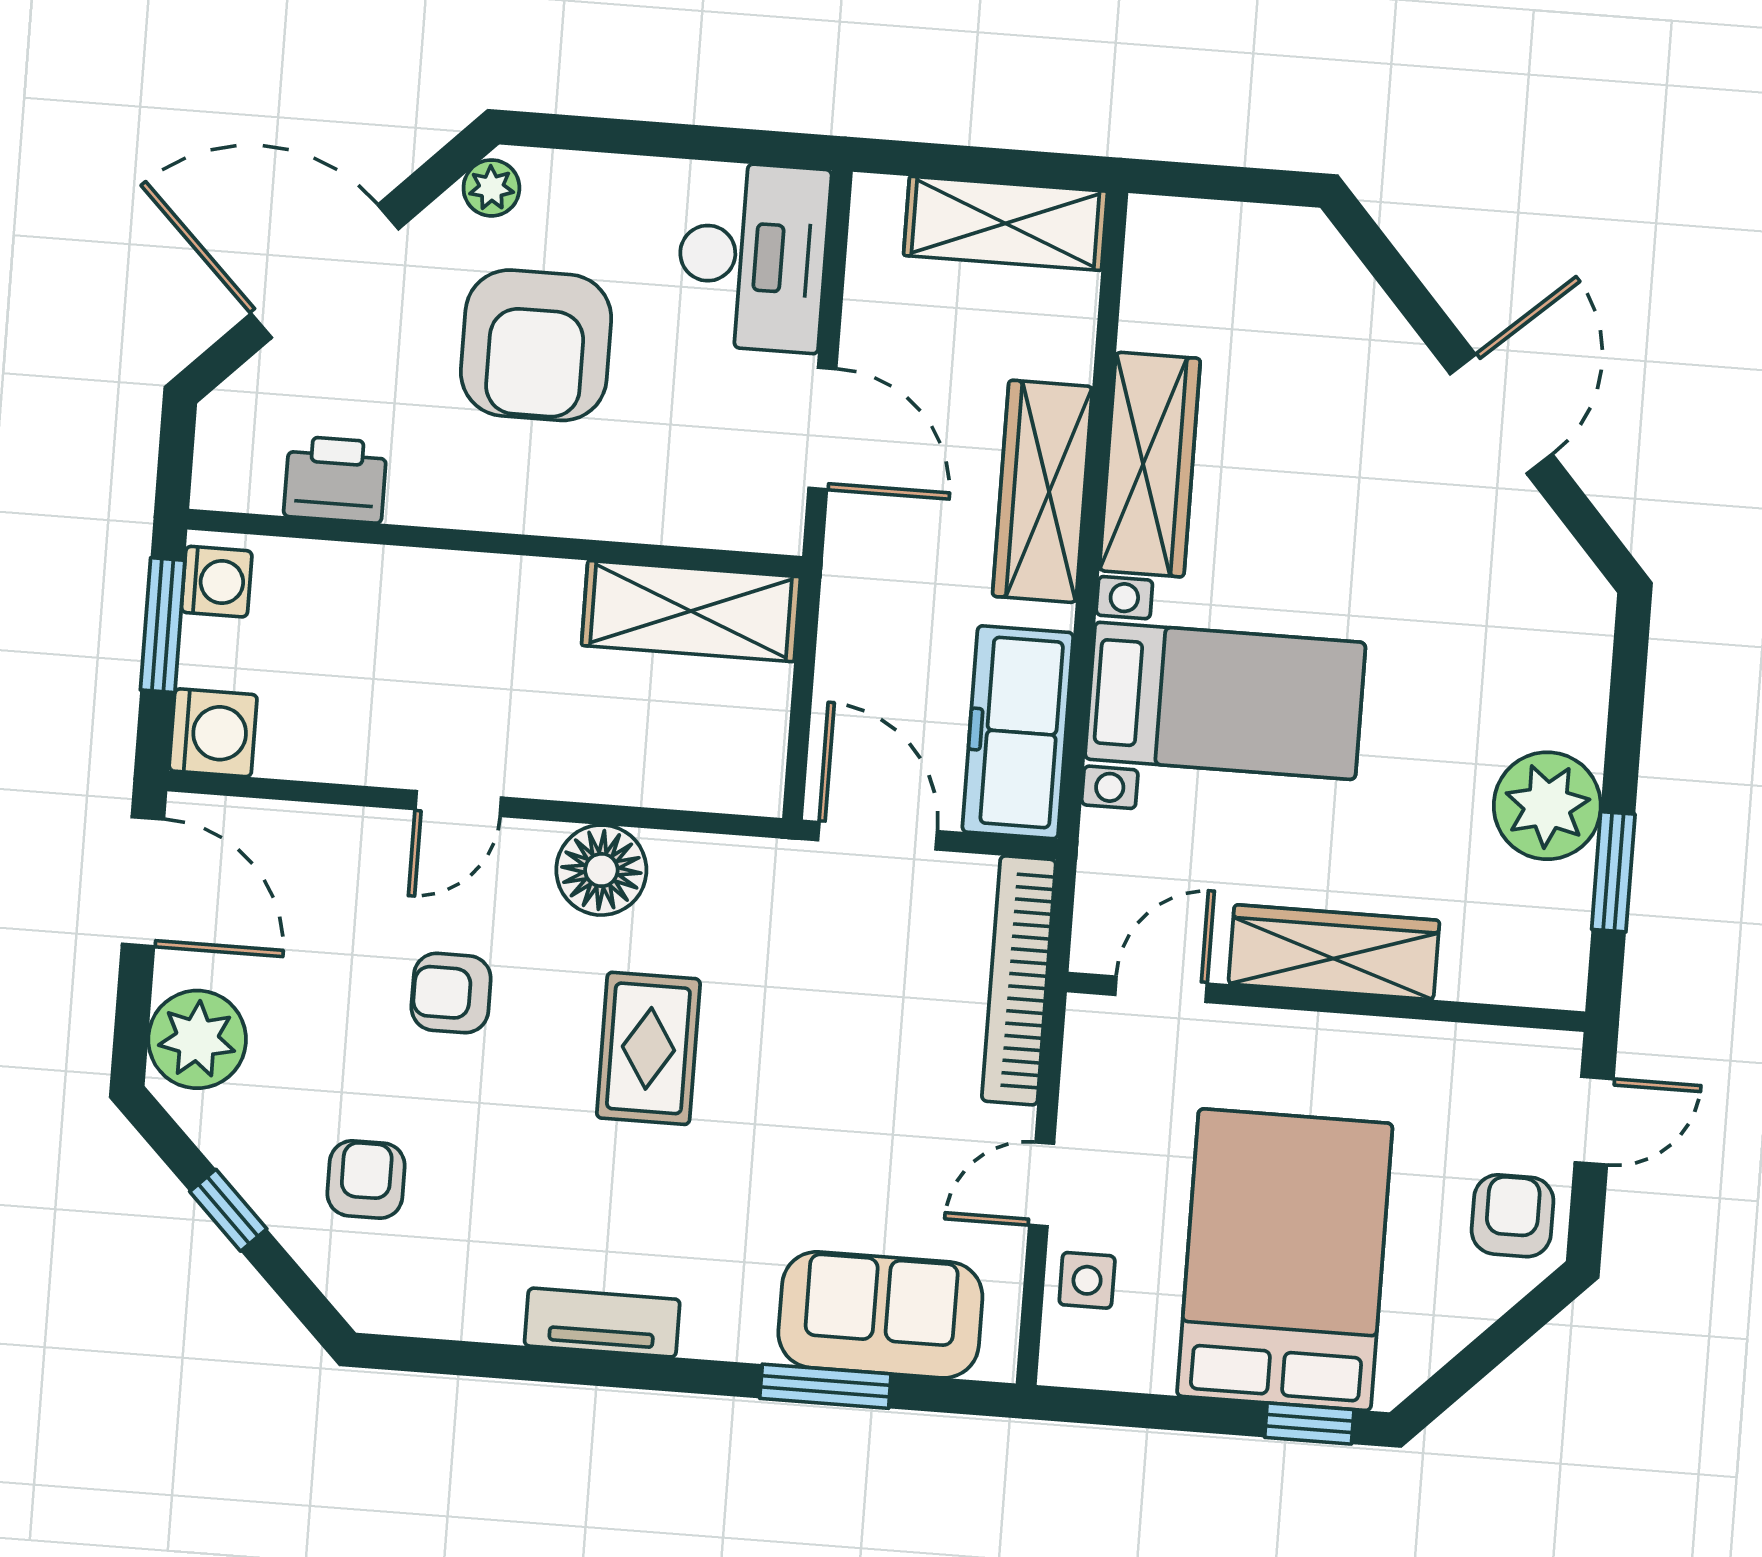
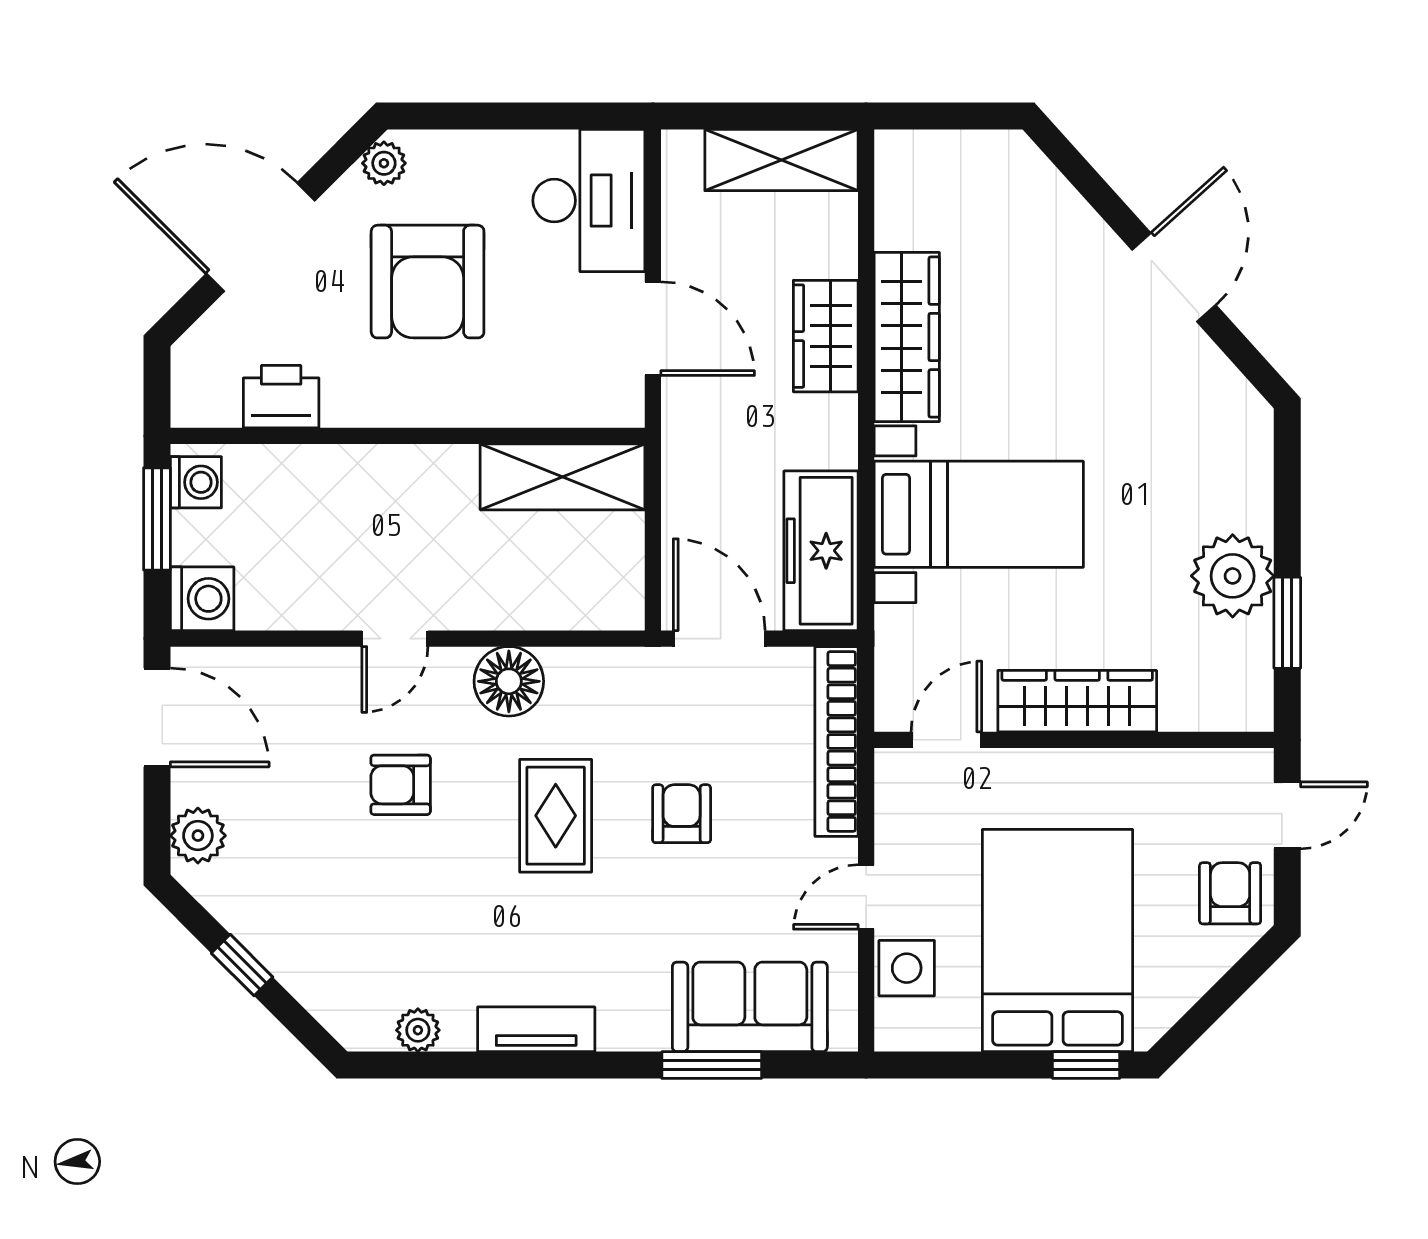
wardrobe: (1042, 491) -> (826, 336), width x0.67
plant: (197, 1039) -> (198, 836), width x0.73, depth x0.73
armchair: (366, 1179) -> (682, 814), moved
side table: (1087, 1280) -> (907, 968), width x1.37, depth x1.37
plant: (449, 1312) -> (418, 1030), added

